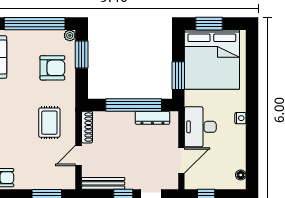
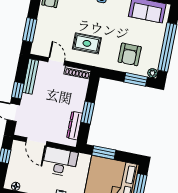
window: (134, 105) -> (88, 113), width x0.47

